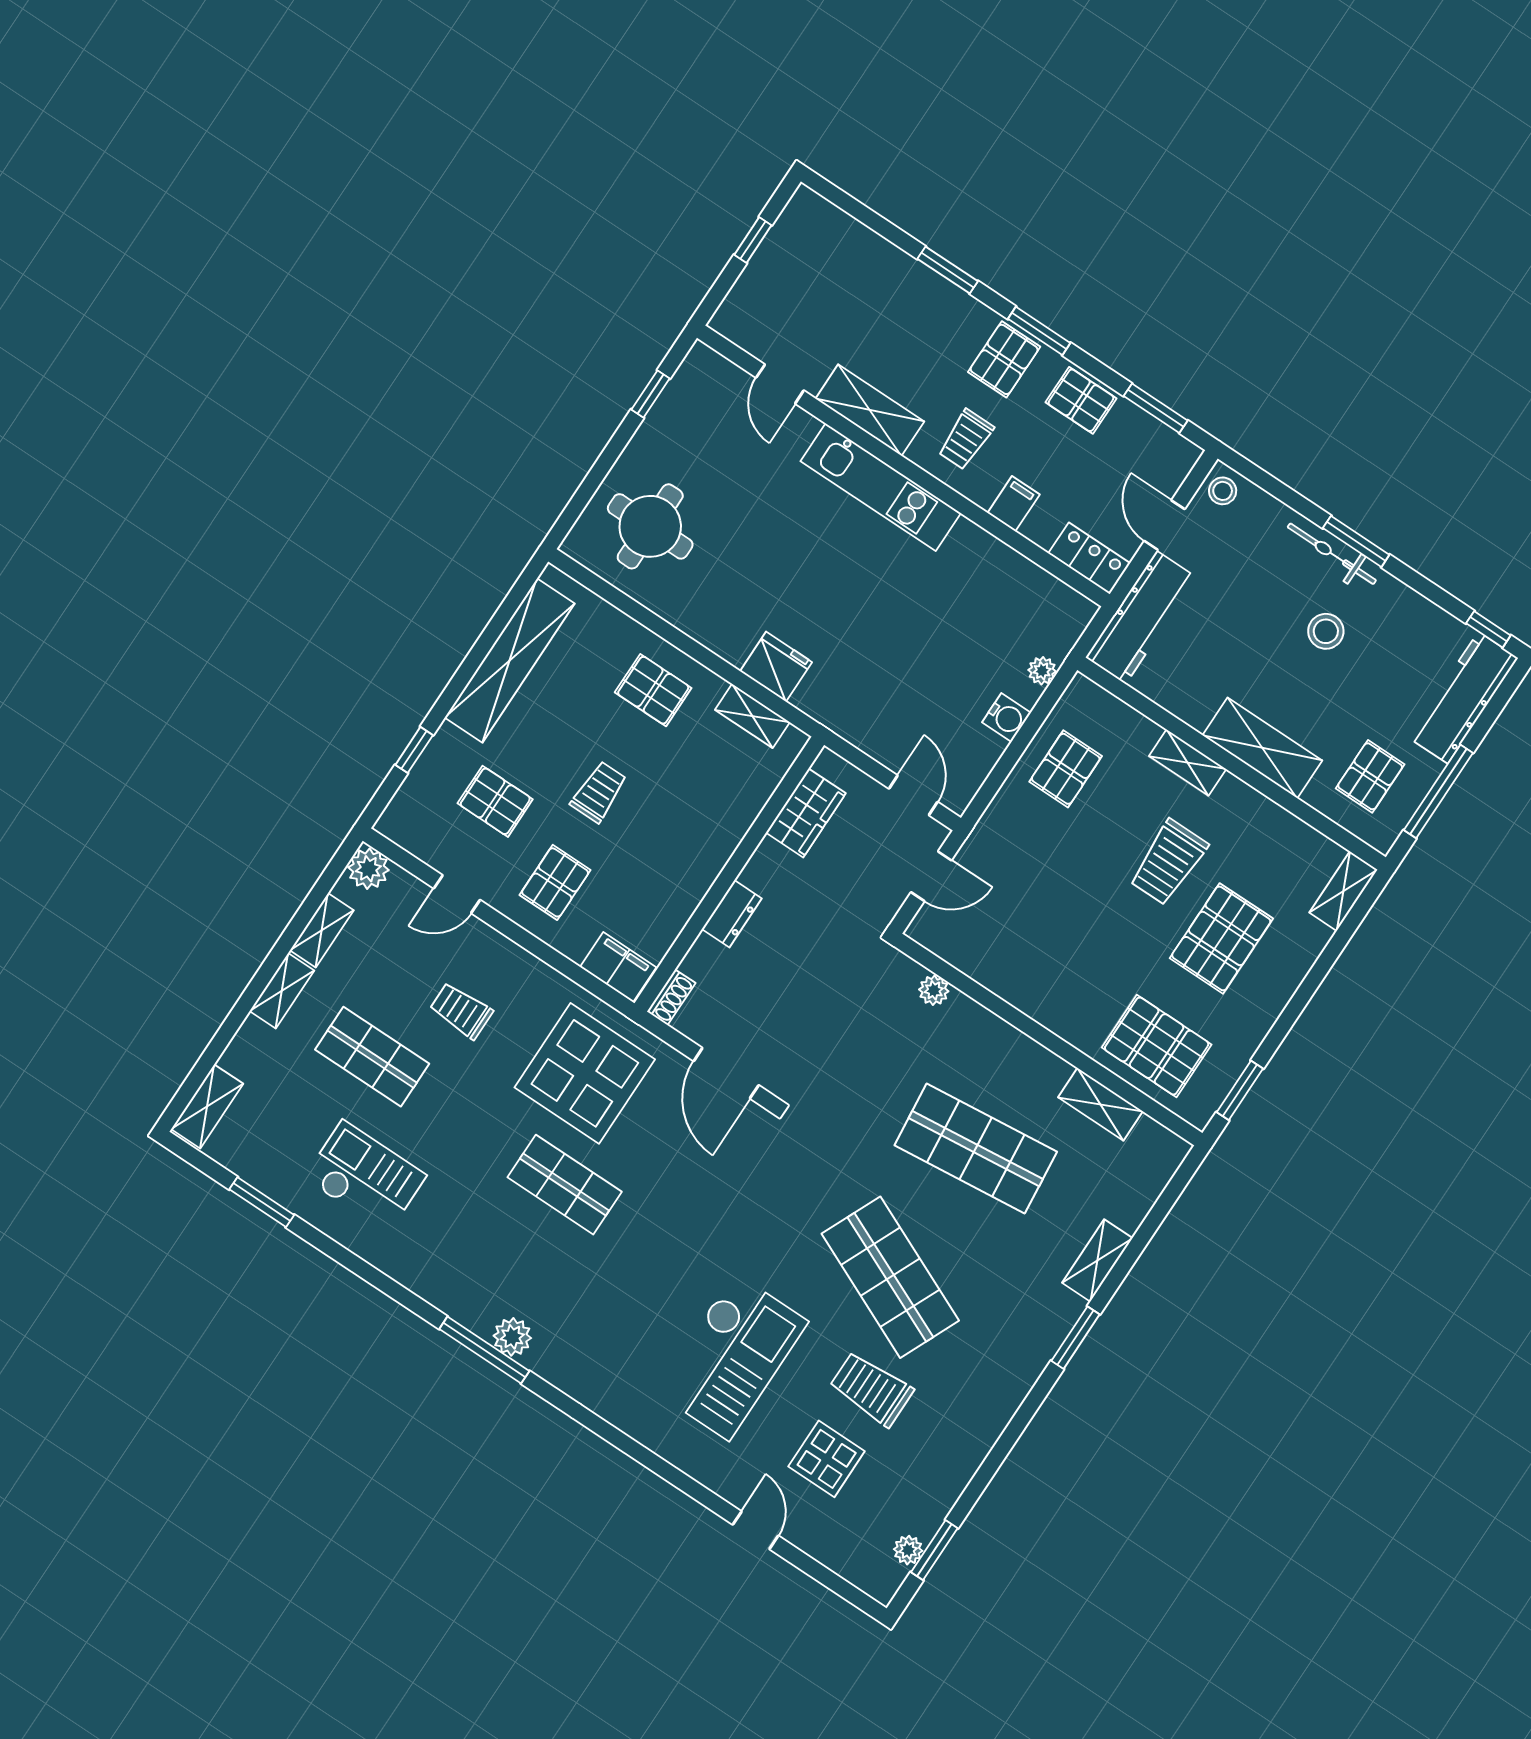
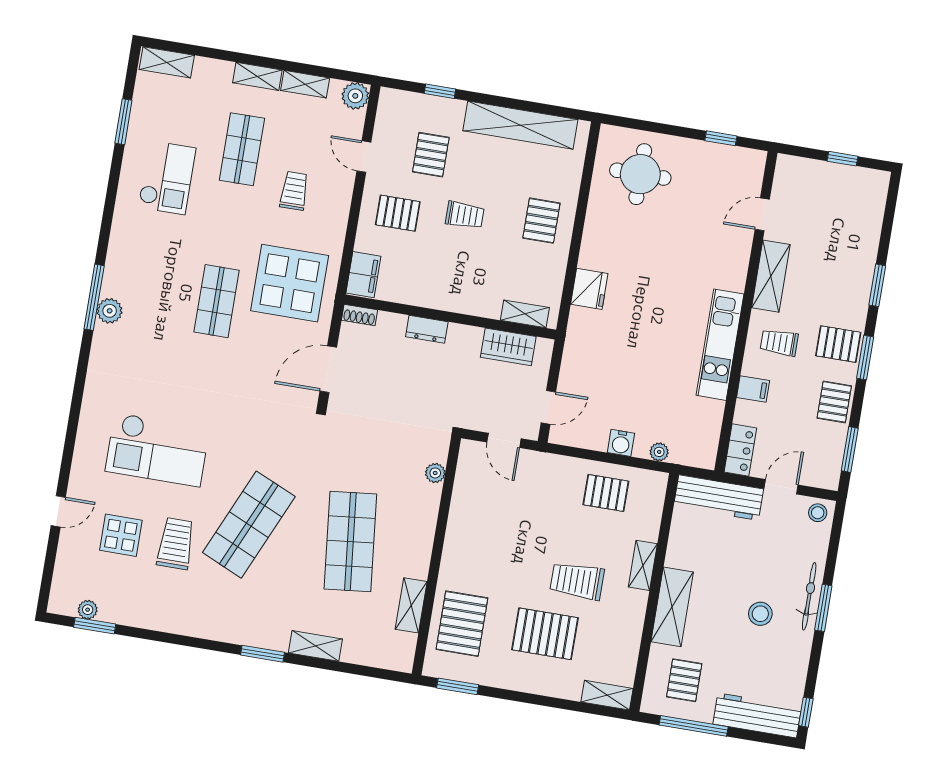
kitchen unit: (881, 487) -> (720, 345), moved
shelving: (752, 716) -> (525, 314), moved, turned 90
pallet: (1370, 776) -> (684, 680), turned 90

